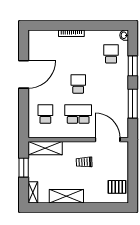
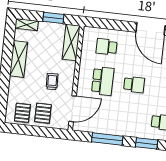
school desk: (45, 114) -> (107, 47), turned 180
pallet: (115, 167) -> (43, 113), added

